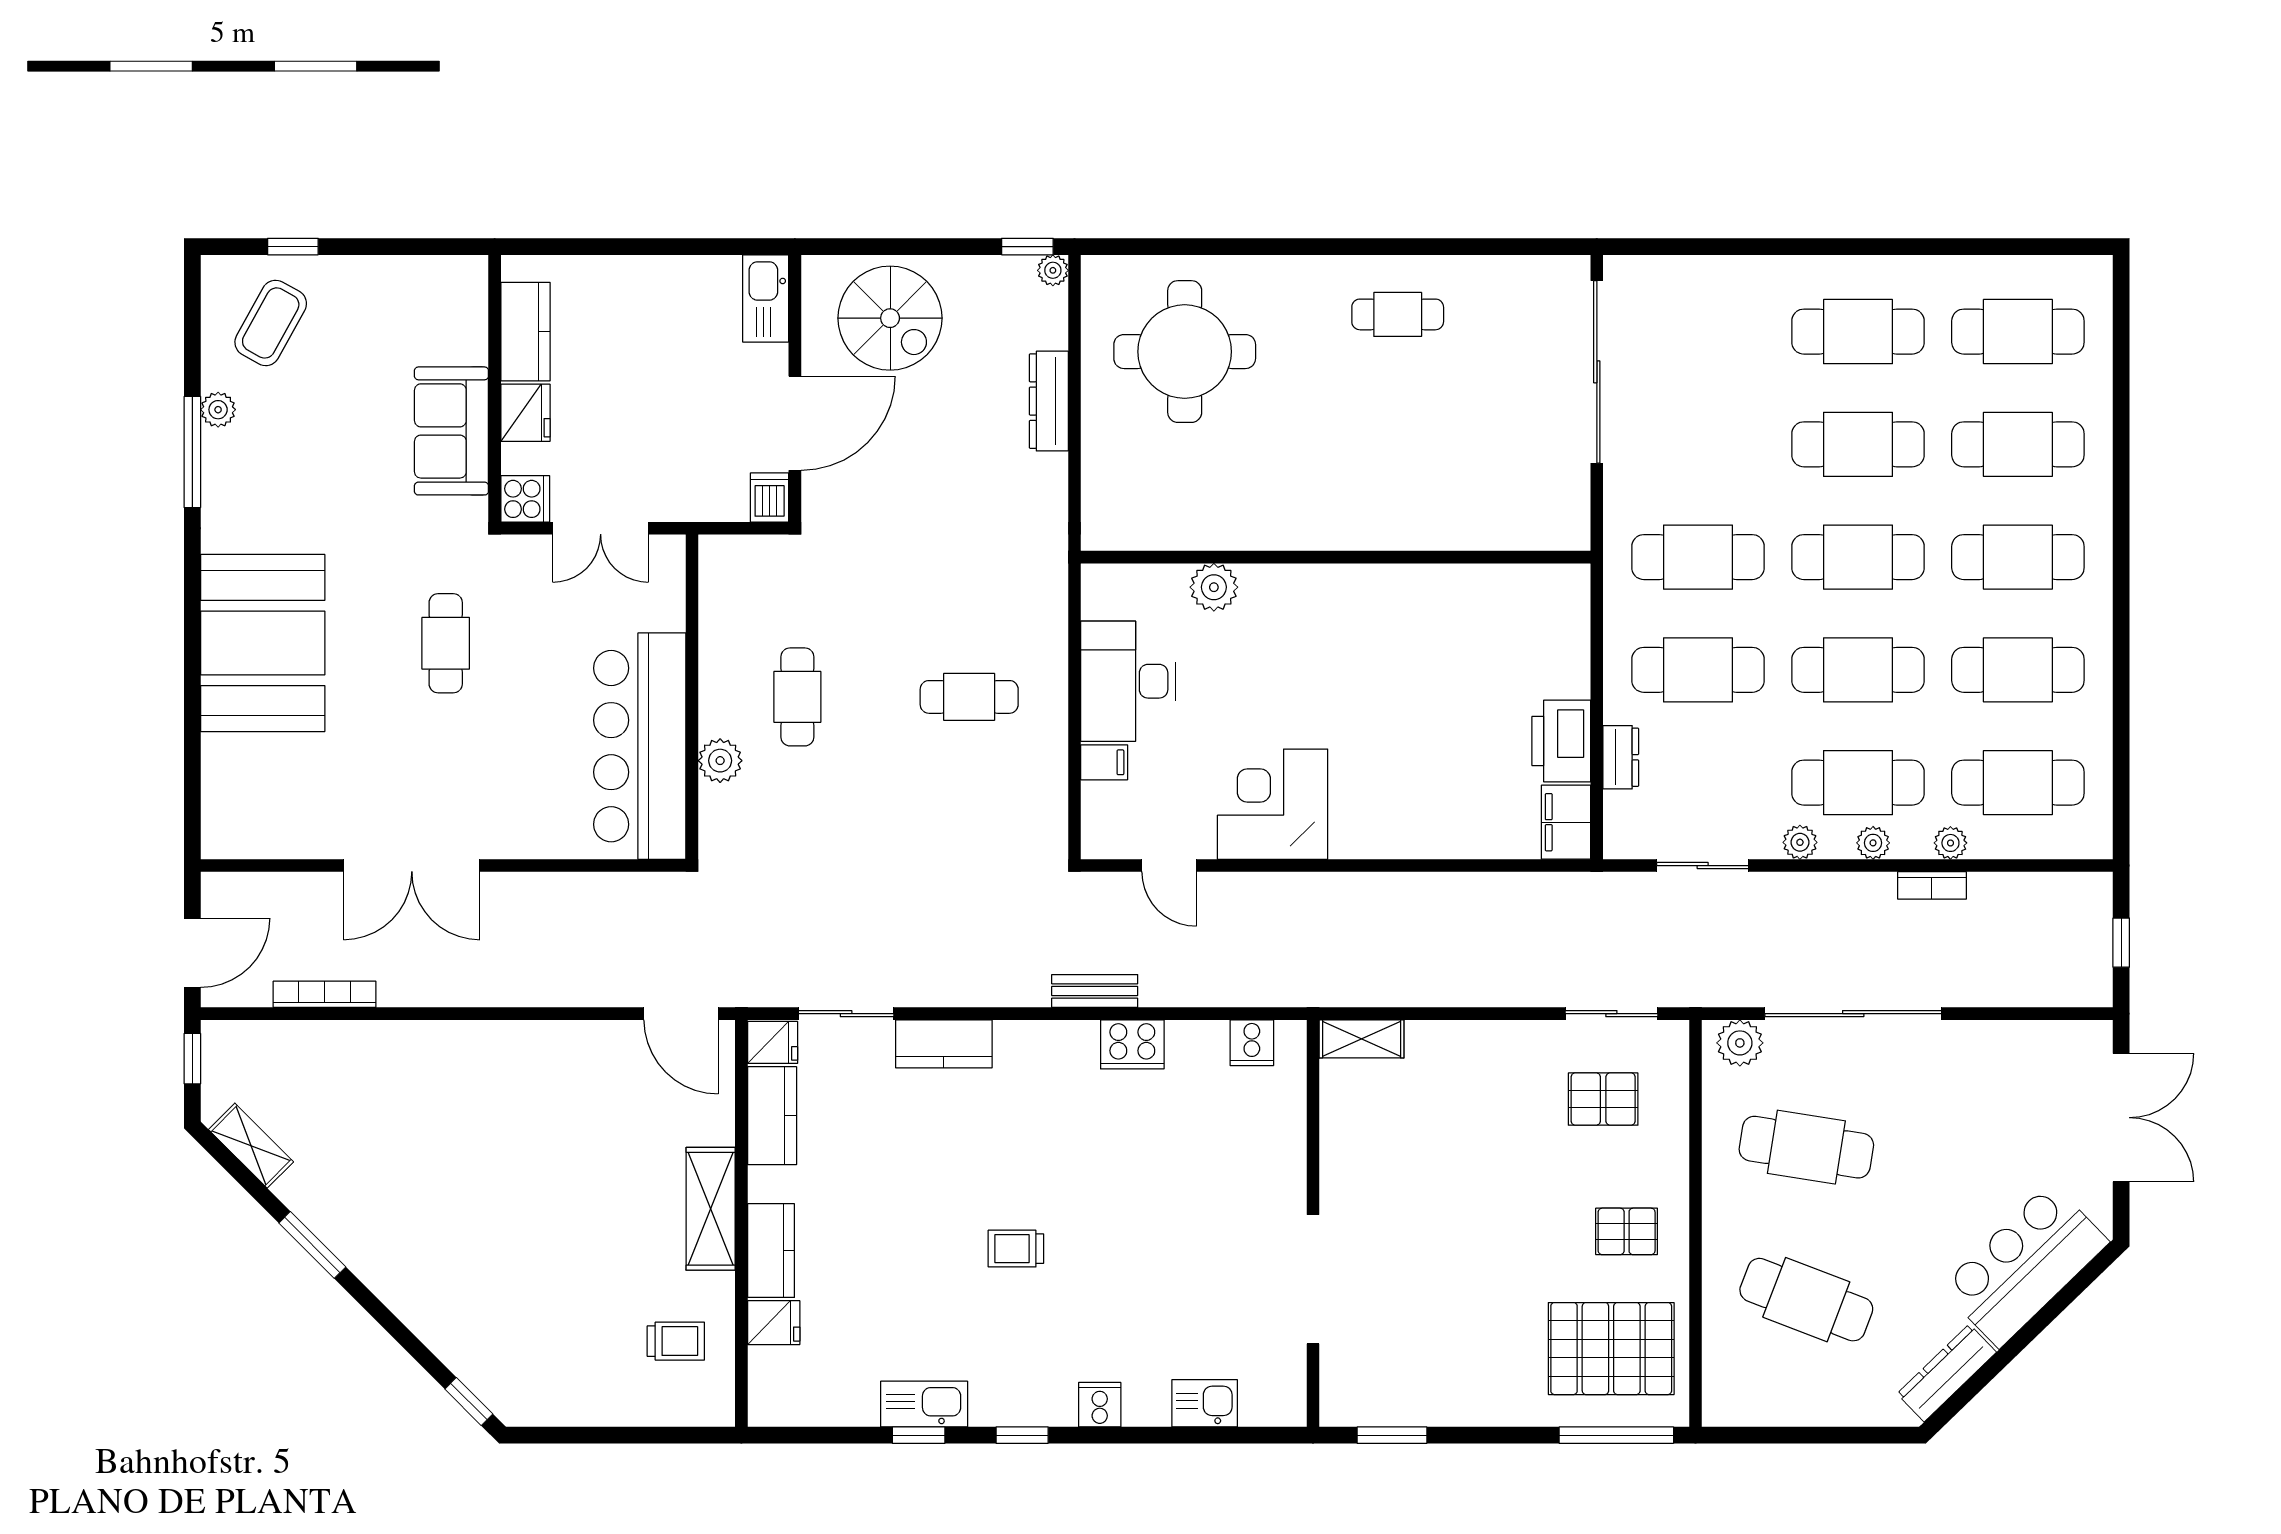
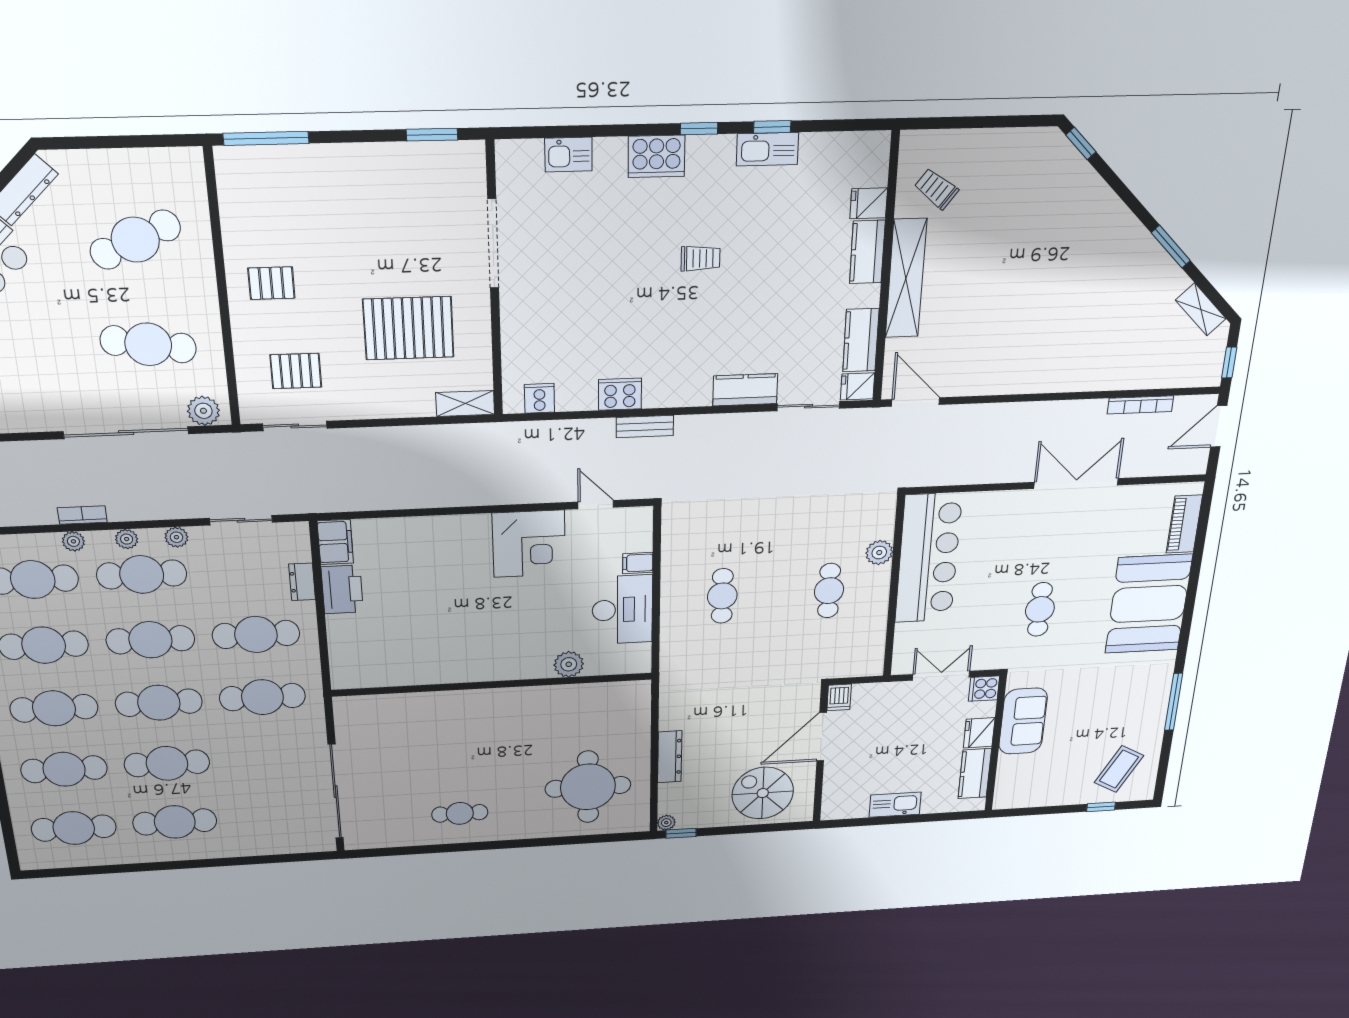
kitchen sink: (766, 298) -> (895, 805), moved, turned -90
plant: (218, 410) -> (1155, 724), removed
cafe table: (969, 697) -> (722, 596), turned 90
piano: (223, 786) -> (1184, 524), added
shelving: (711, 1209) -> (906, 279), width x1.47
cafe table: (1806, 1300) -> (135, 240), turned -45
trolley: (676, 1341) -> (936, 189), turned 37
pallet: (1611, 1349) -> (408, 328), moved
cooker: (1100, 1405) -> (657, 156), width x1.87, depth x1.31

